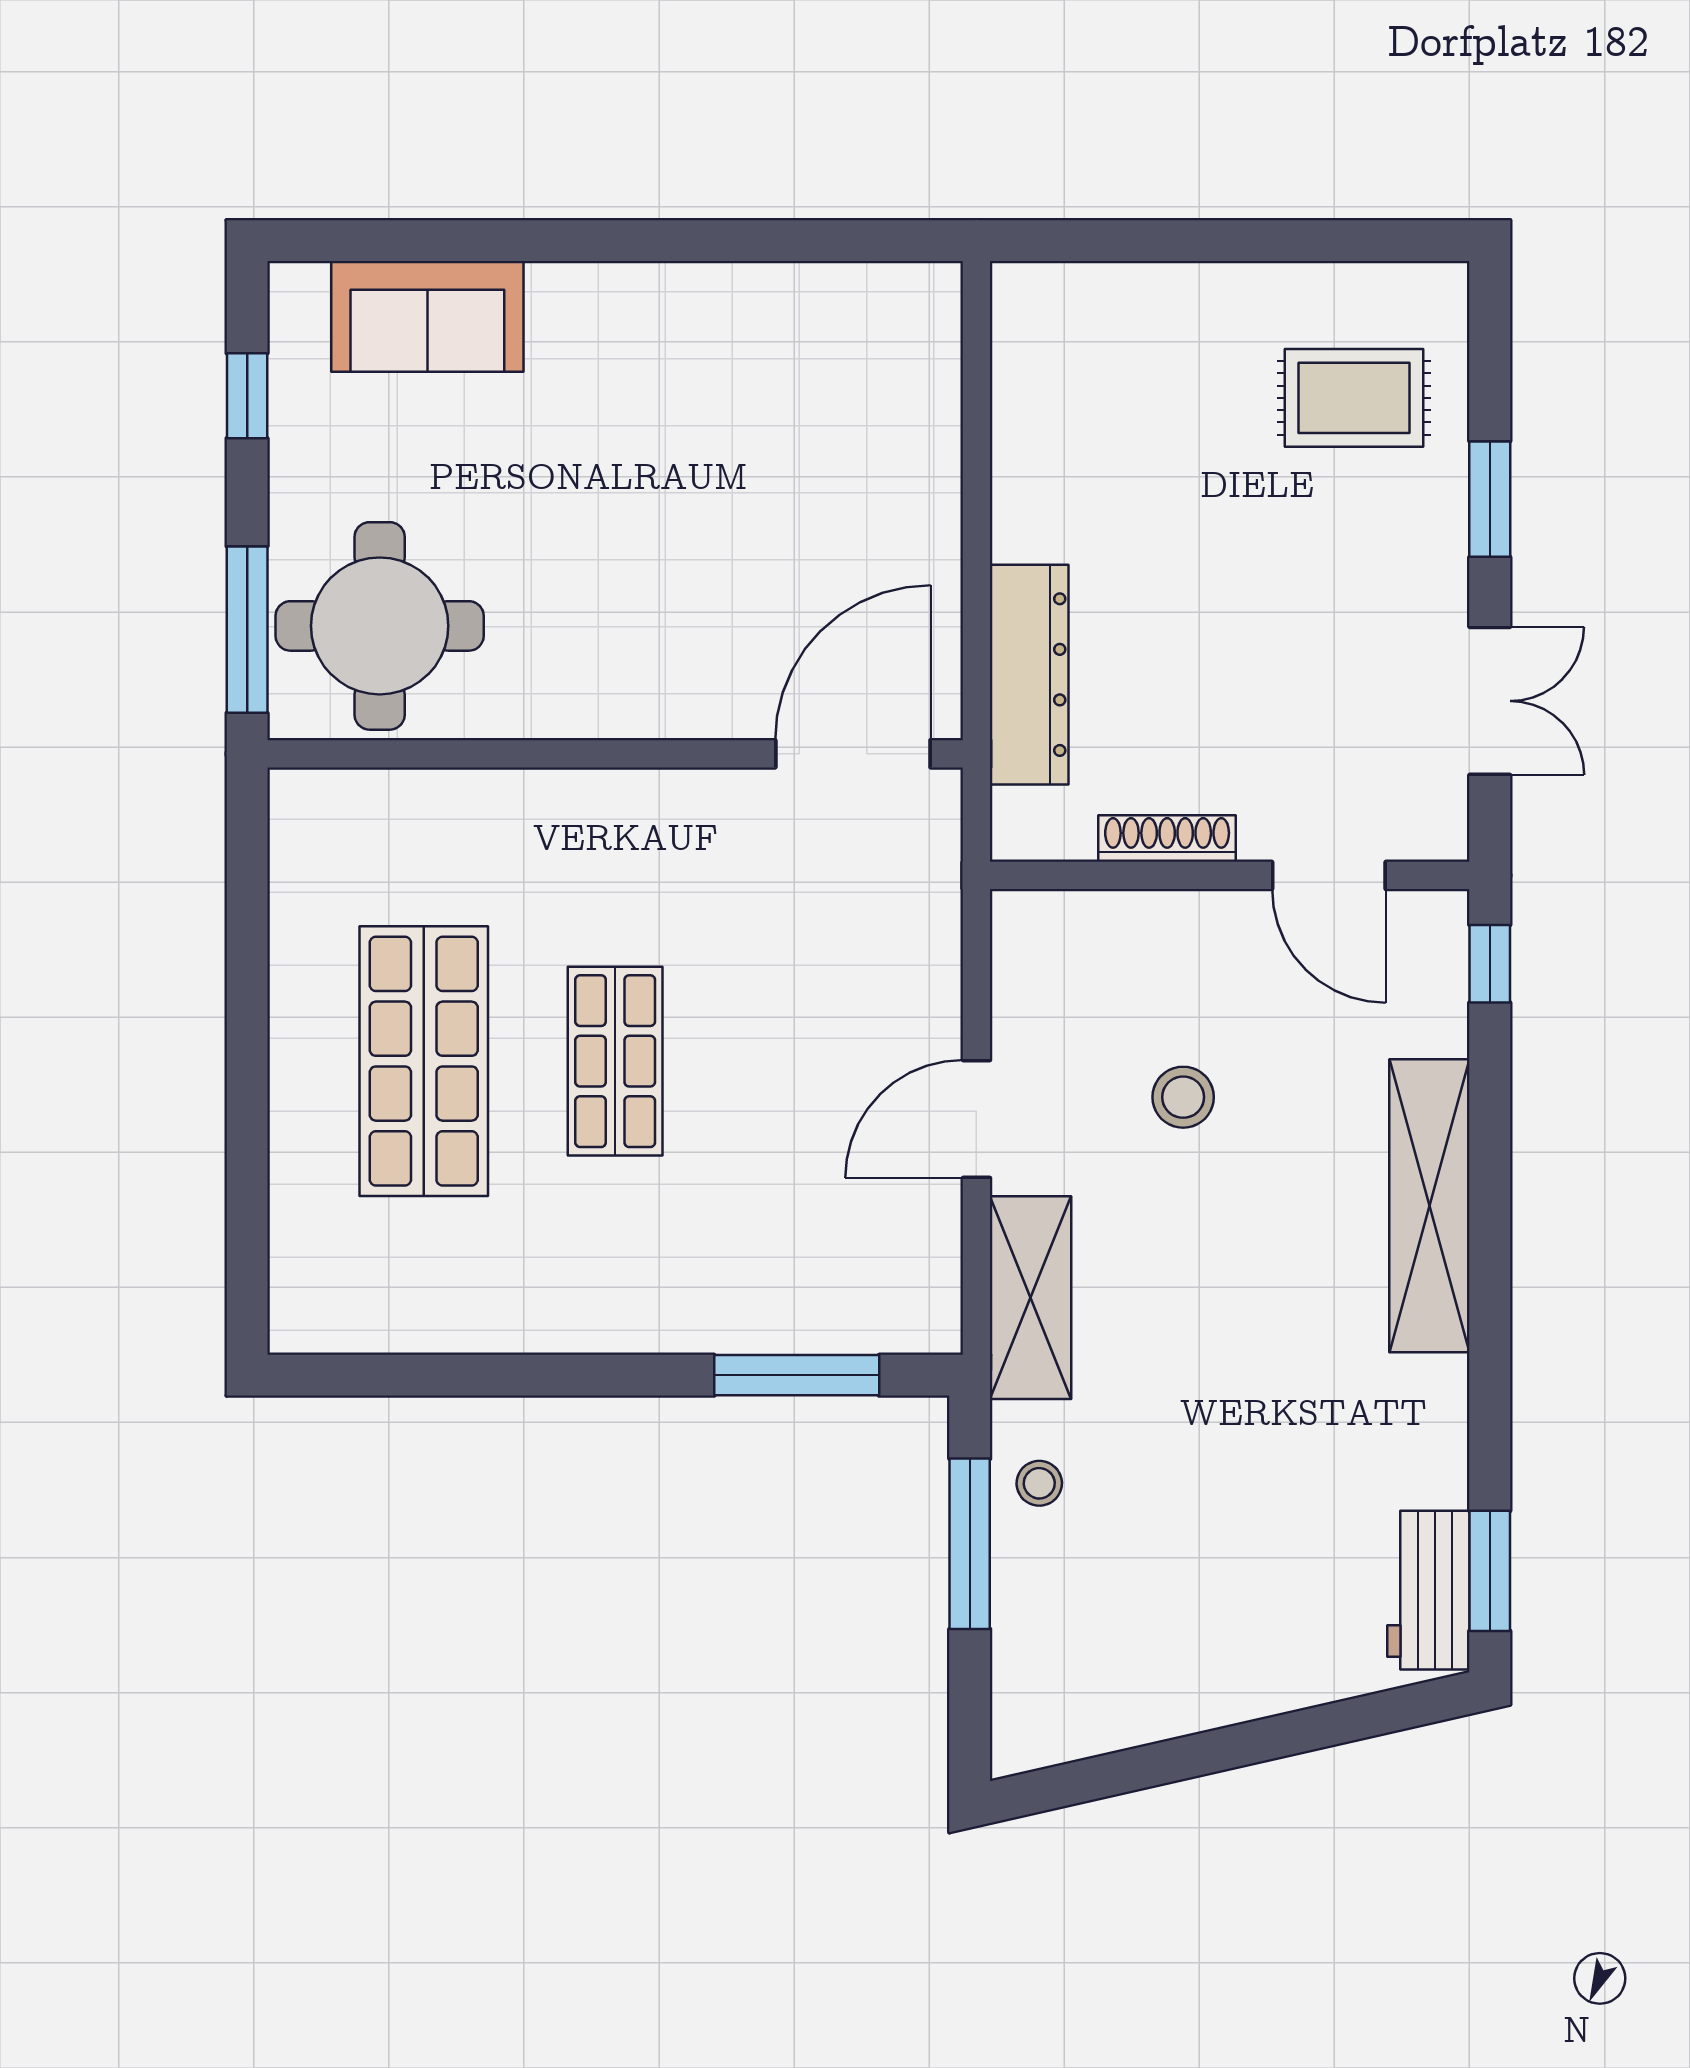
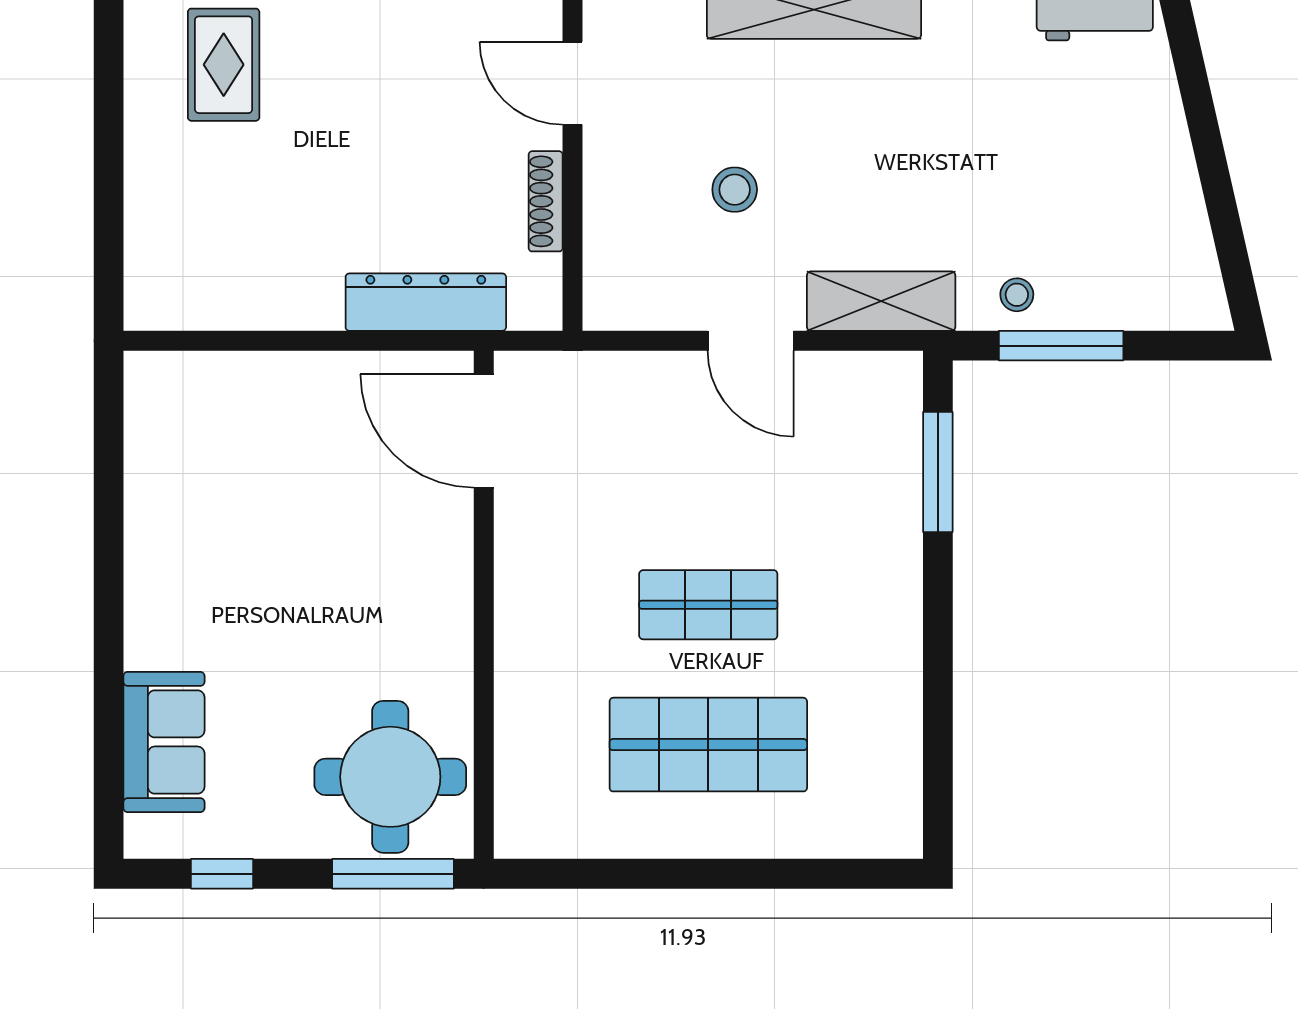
door: (1329, 875) -> (573, 83), swing flipped

